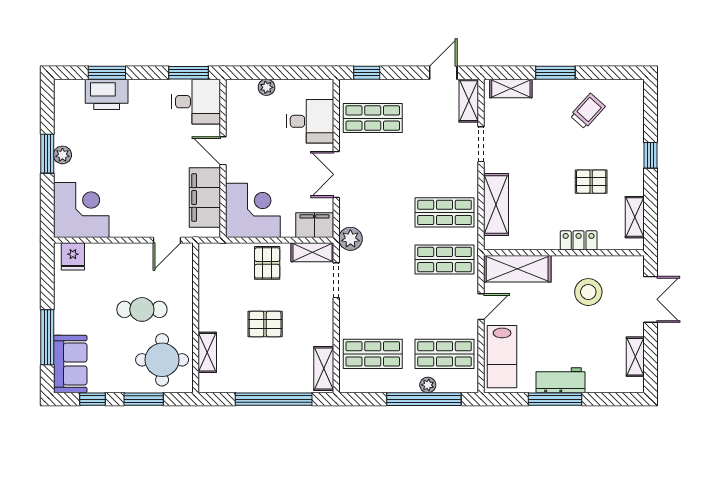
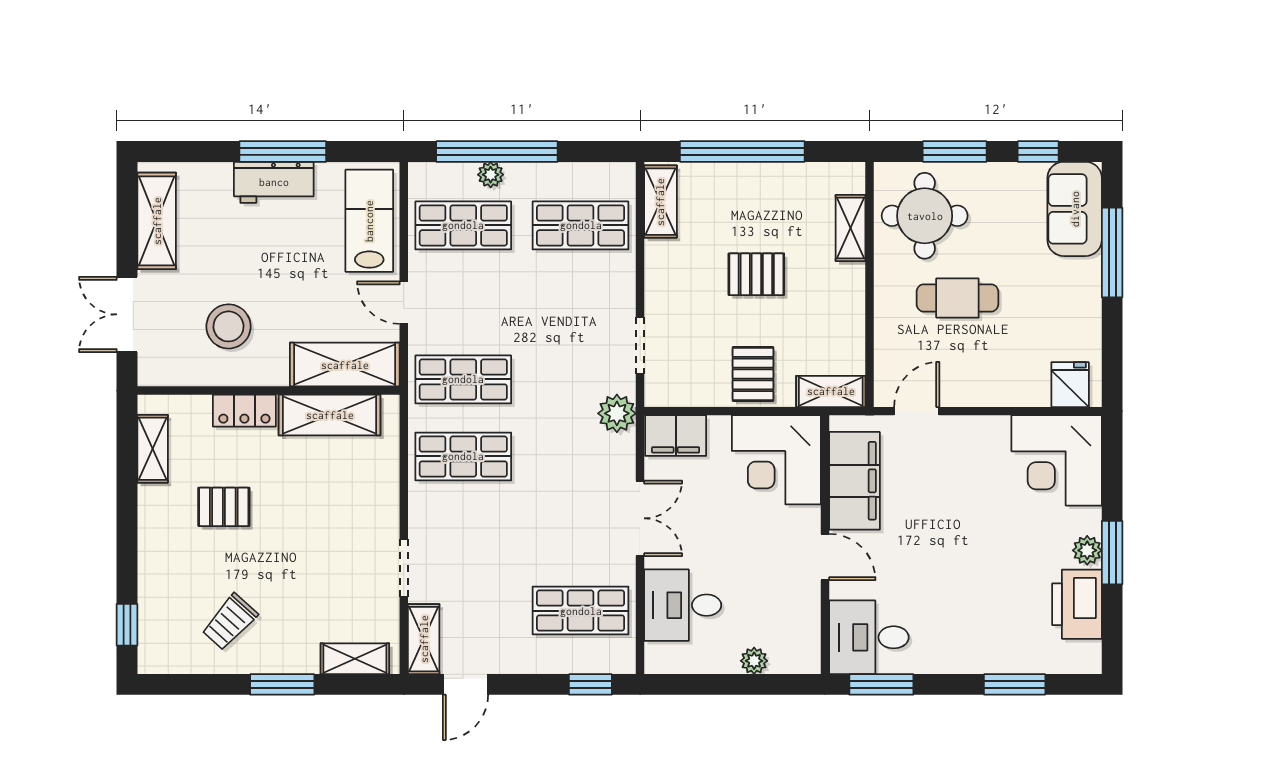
printer: (107, 94) -> (1077, 604), moved, turned -90
window: (650, 155) -> (127, 625), moved
shelving: (496, 205) -> (330, 415), moved, turned 90
shelving: (312, 252) -> (831, 391), moved
door: (481, 307) -> (404, 303), hinge flipped
shelving: (635, 357) -> (157, 221), width x1.50, depth x1.33

